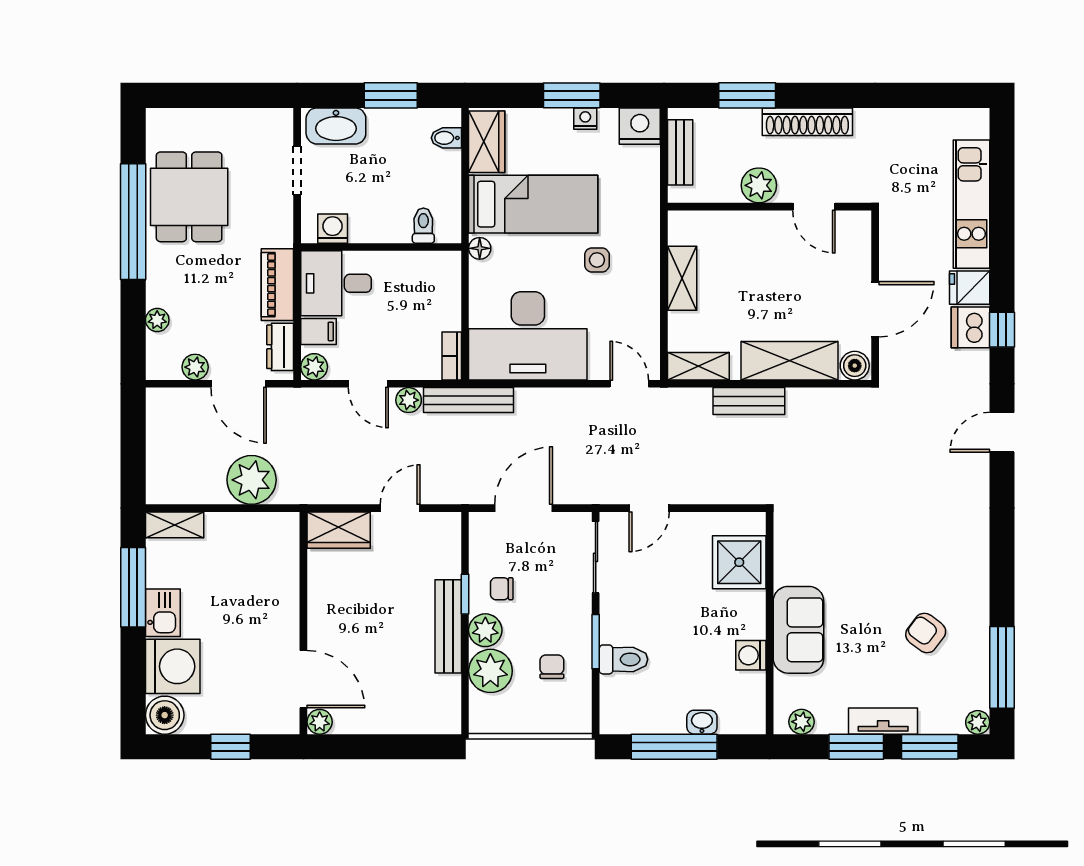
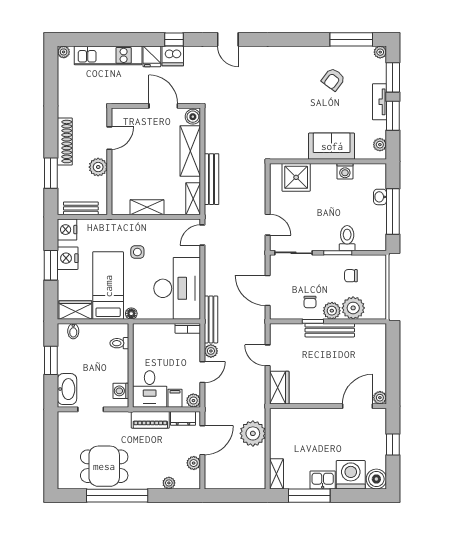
nightstand: (585, 119) -> (68, 258), width x1.89, depth x1.79
plant: (978, 119) -> (64, 52), added
bench: (749, 401) -> (211, 179), width x1.36

